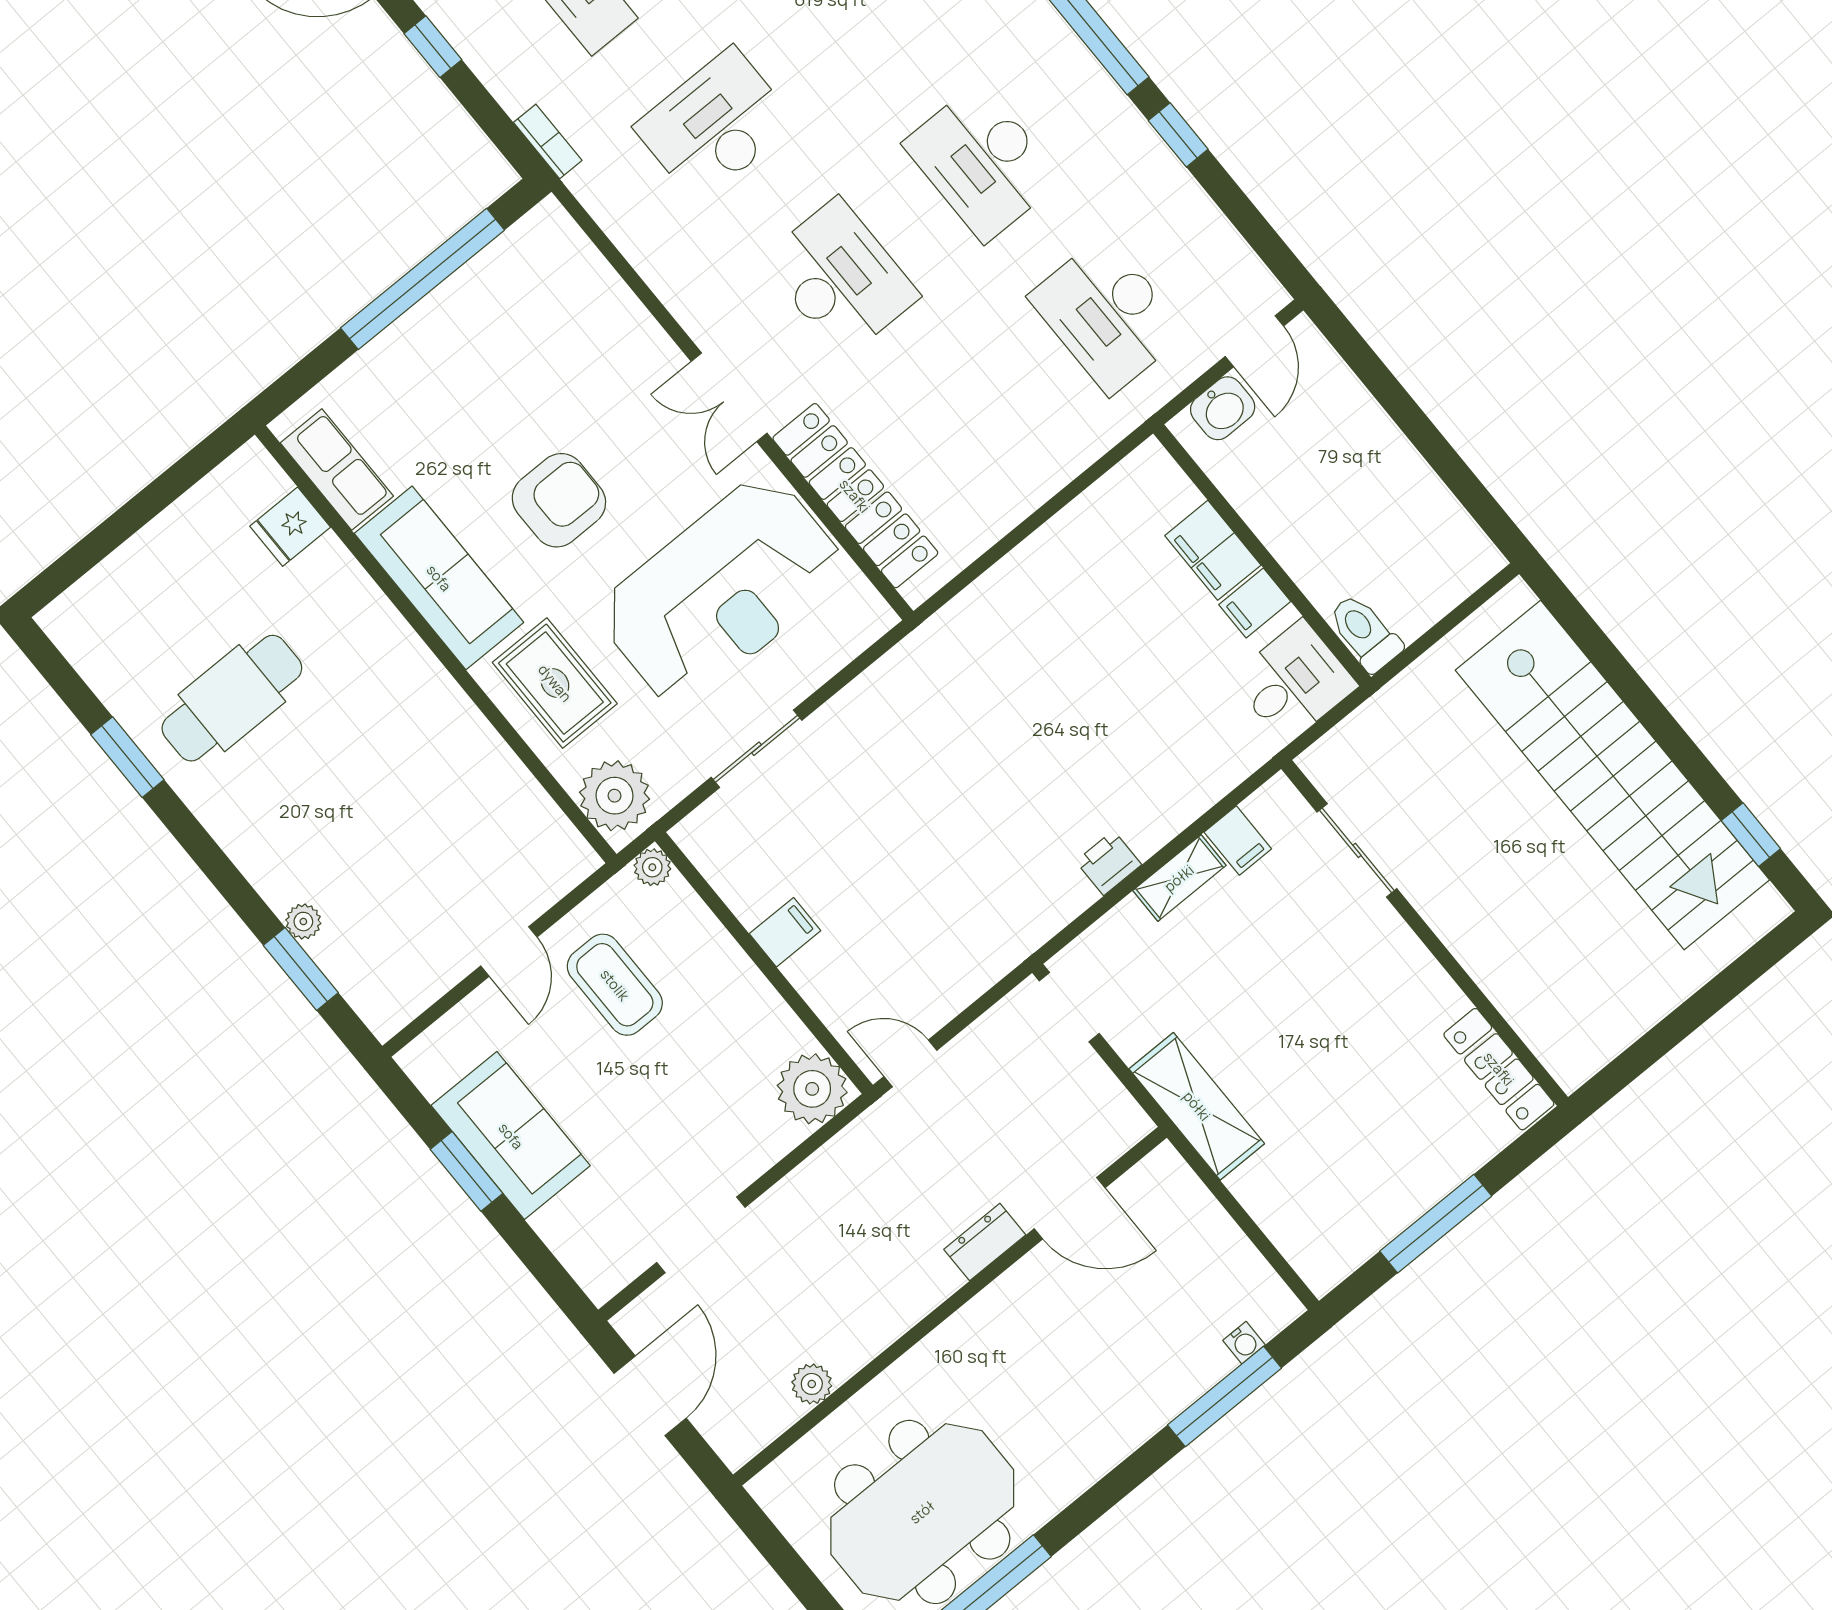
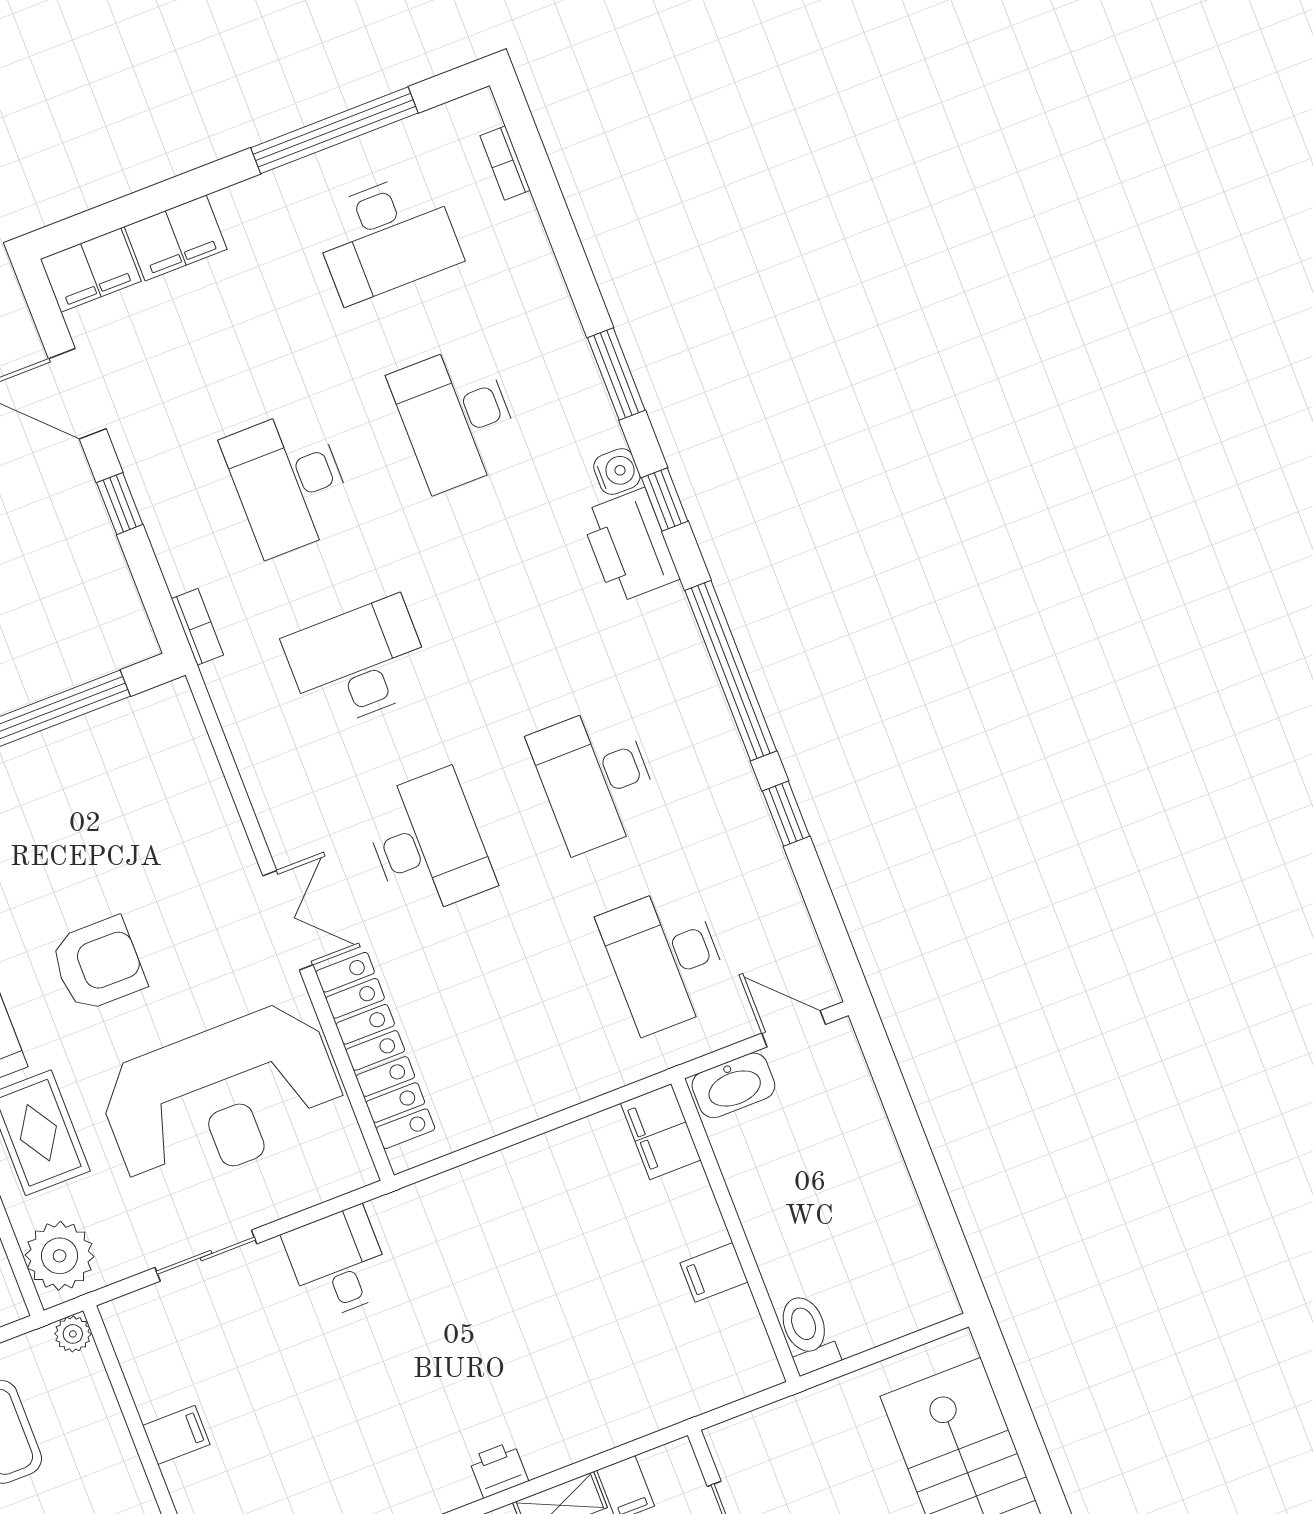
door: (1254, 341) -> (794, 1029), swing flipped
double door: (729, 397) -> (288, 920), swing flipped
washbasin: (1223, 408) -> (733, 1085), width x1.38
filing cabinet: (1213, 550) -> (661, 1132), moved
desk: (1294, 682) -> (338, 1263), moved, turned -90

